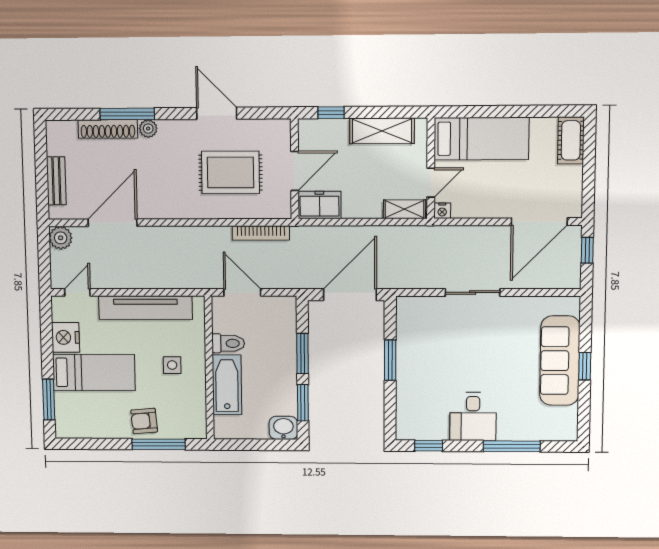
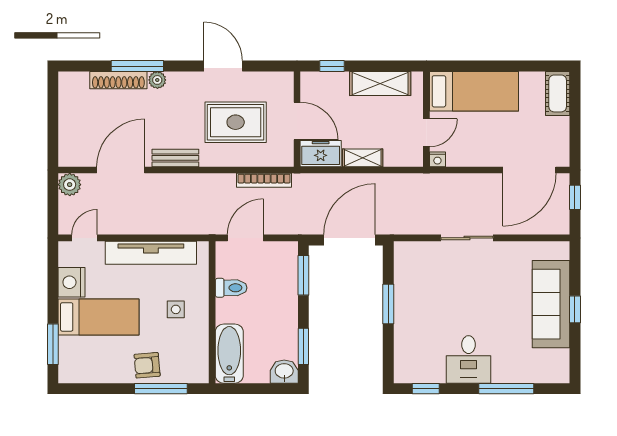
door: (295, 171) -> (297, 121), hinge flipped
bench: (56, 181) -> (175, 158), moved, turned 90
shelving: (404, 209) -> (363, 158), moved
door: (242, 292) -> (245, 238), hinge flipped
window: (303, 353) -> (303, 275), moved
bathtub: (227, 385) -> (229, 354), moved

